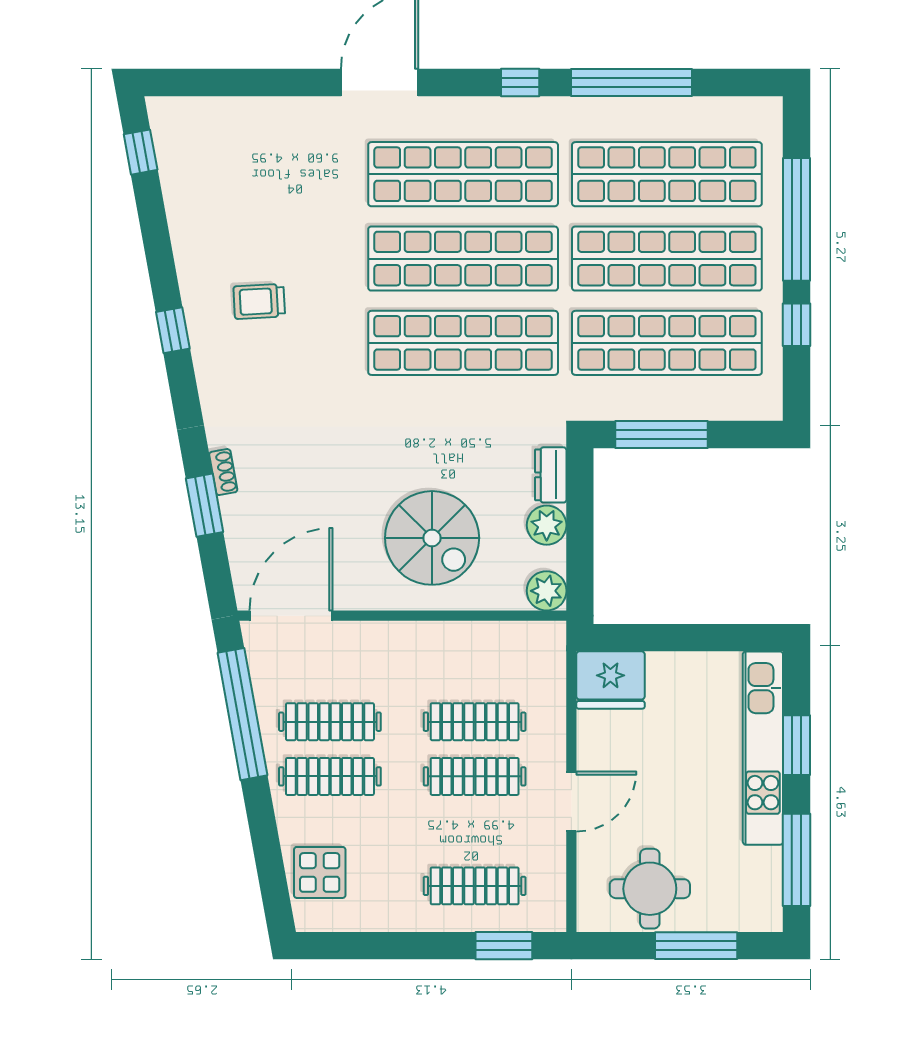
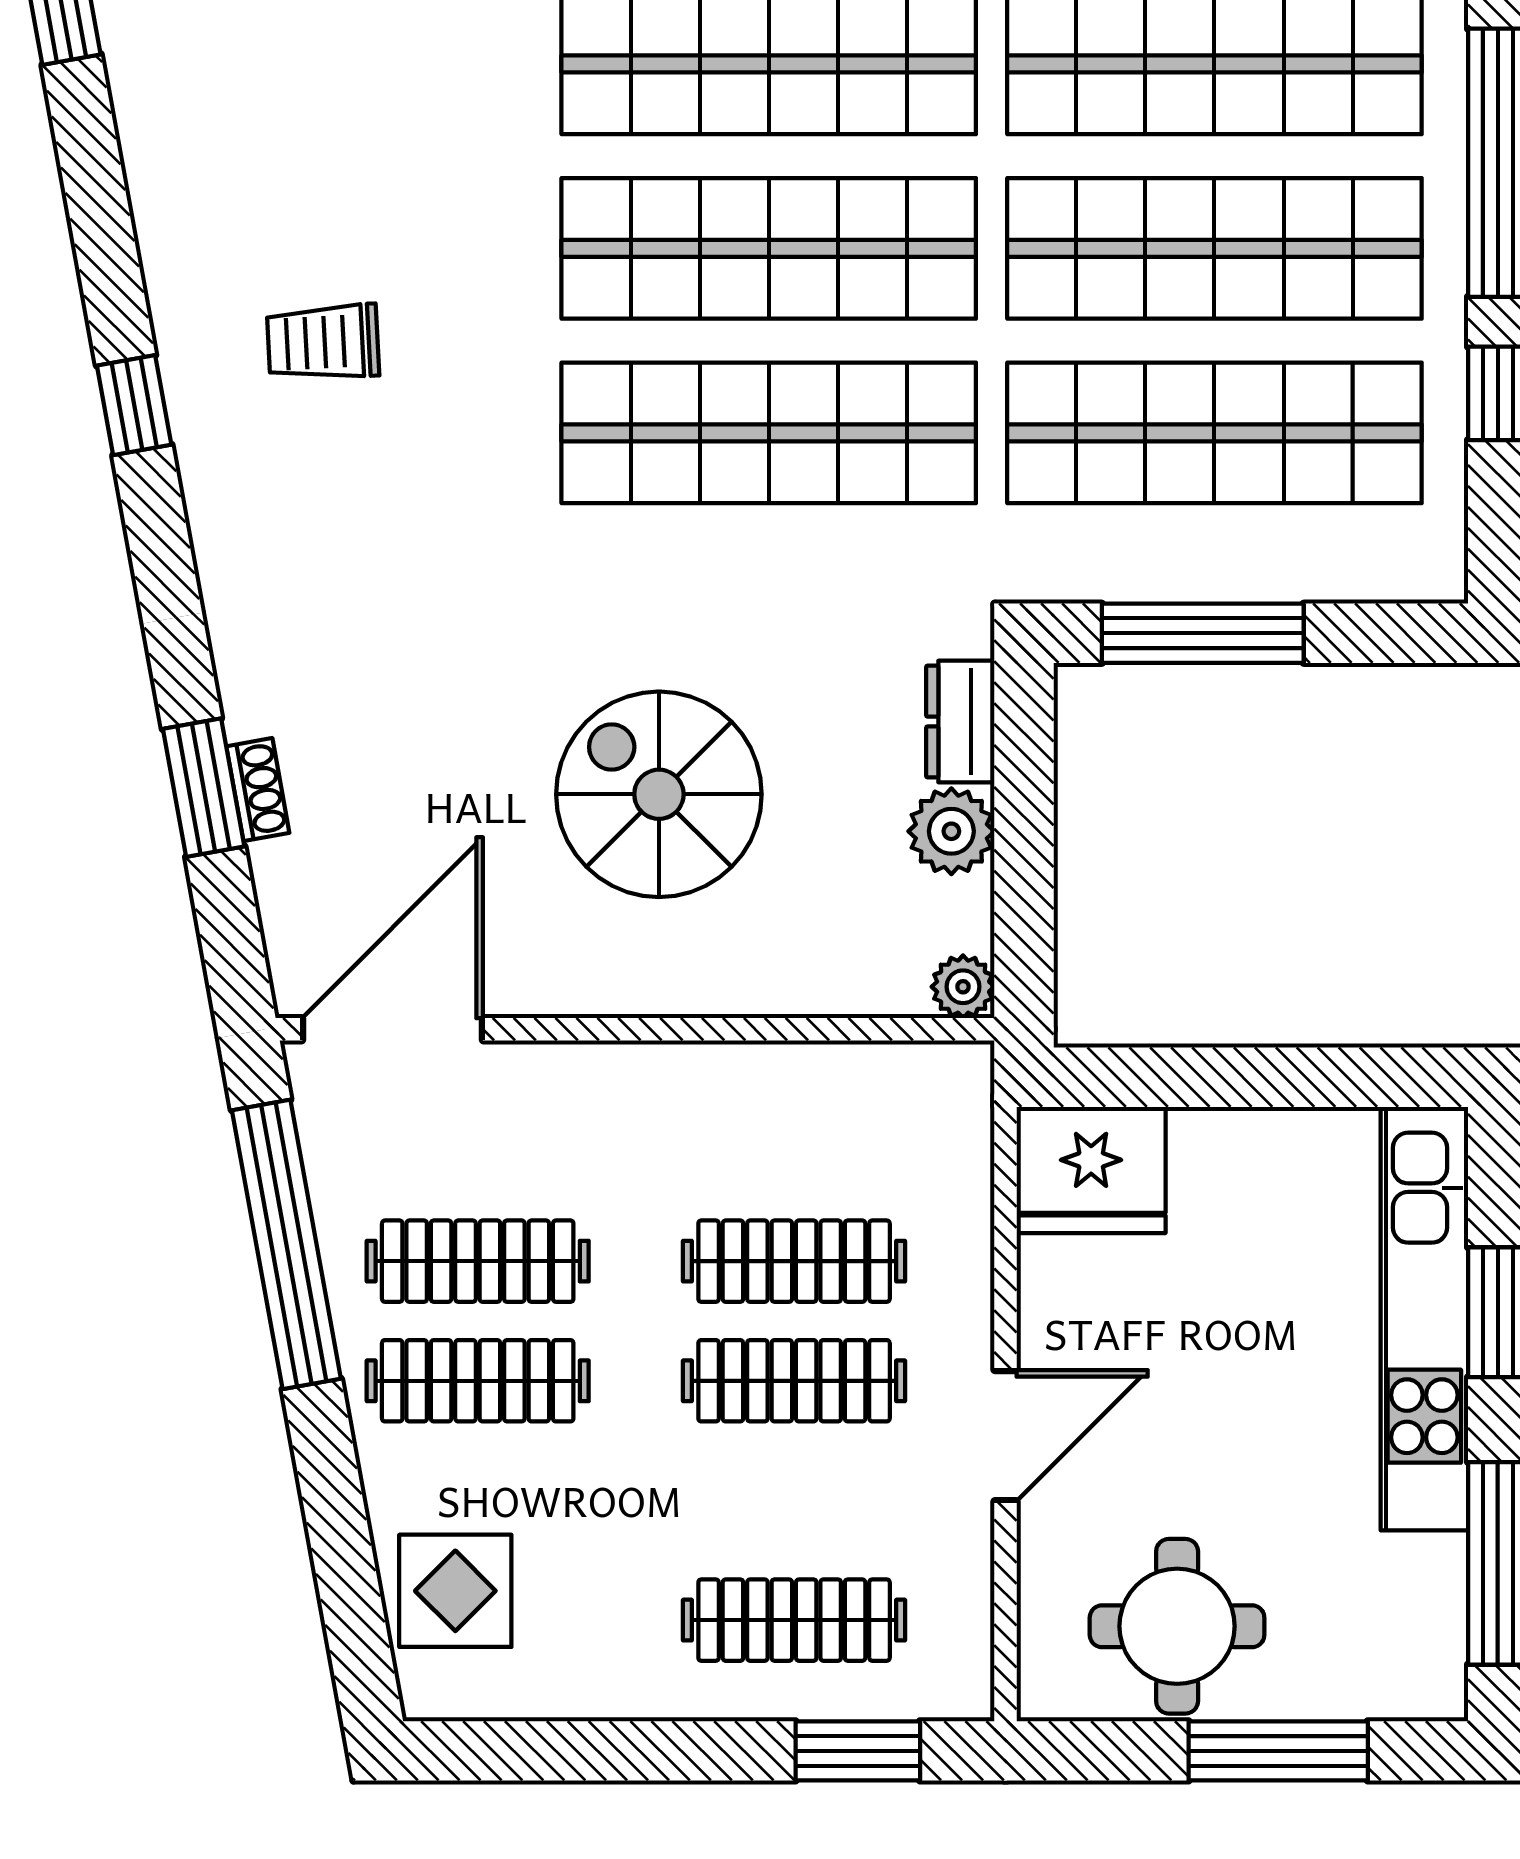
shoe rack: (223, 472) -> (258, 790), moved
spiral stairs: (432, 538) -> (659, 794), moved, turned 180
plant: (547, 591) -> (963, 987), width x0.73, depth x0.73

